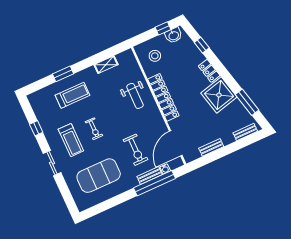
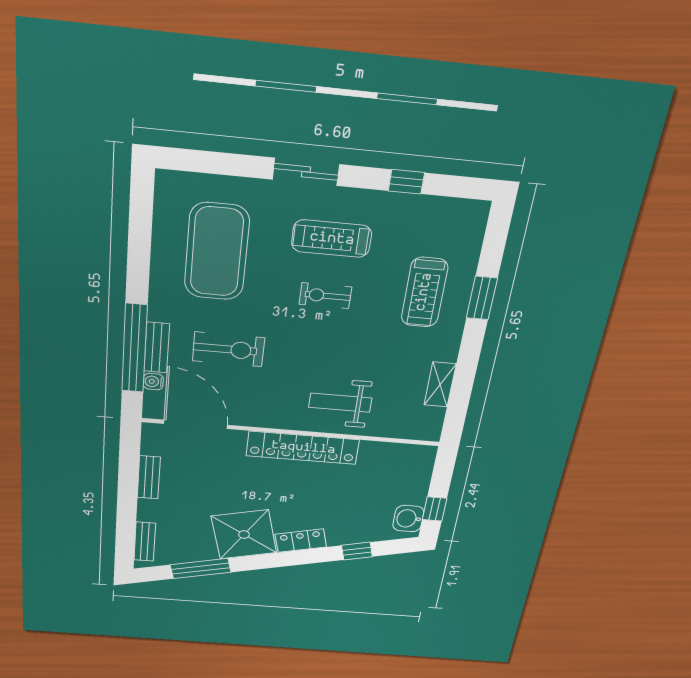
stool: (155, 56) -> (393, 472), removed
exercise bike: (136, 150) -> (228, 349), turned 180

